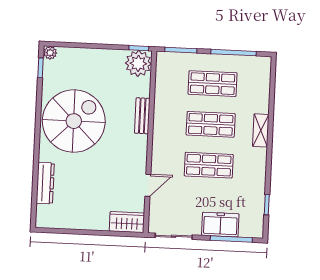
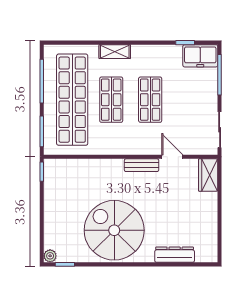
plant: (138, 63) -> (56, 171), removed
shop shelf: (213, 84) -> (72, 100), width x2.00, depth x1.36
bench: (142, 116) -> (142, 165), moved
freezer: (220, 225) -> (200, 56), moved, turned -90

